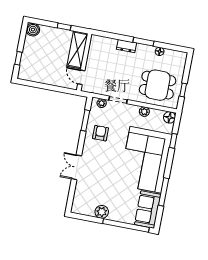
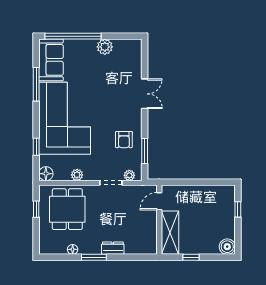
door: (81, 77) -> (159, 201), swing flipped
dining table: (158, 85) -> (67, 209), turned 90

